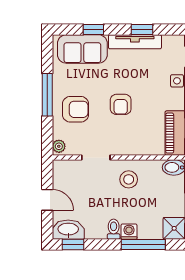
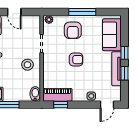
window: (93, 29) -> (125, 53), moved
armchair: (121, 104) -> (76, 60), turned 180
door: (47, 200) -> (14, 12), hinge flipped

